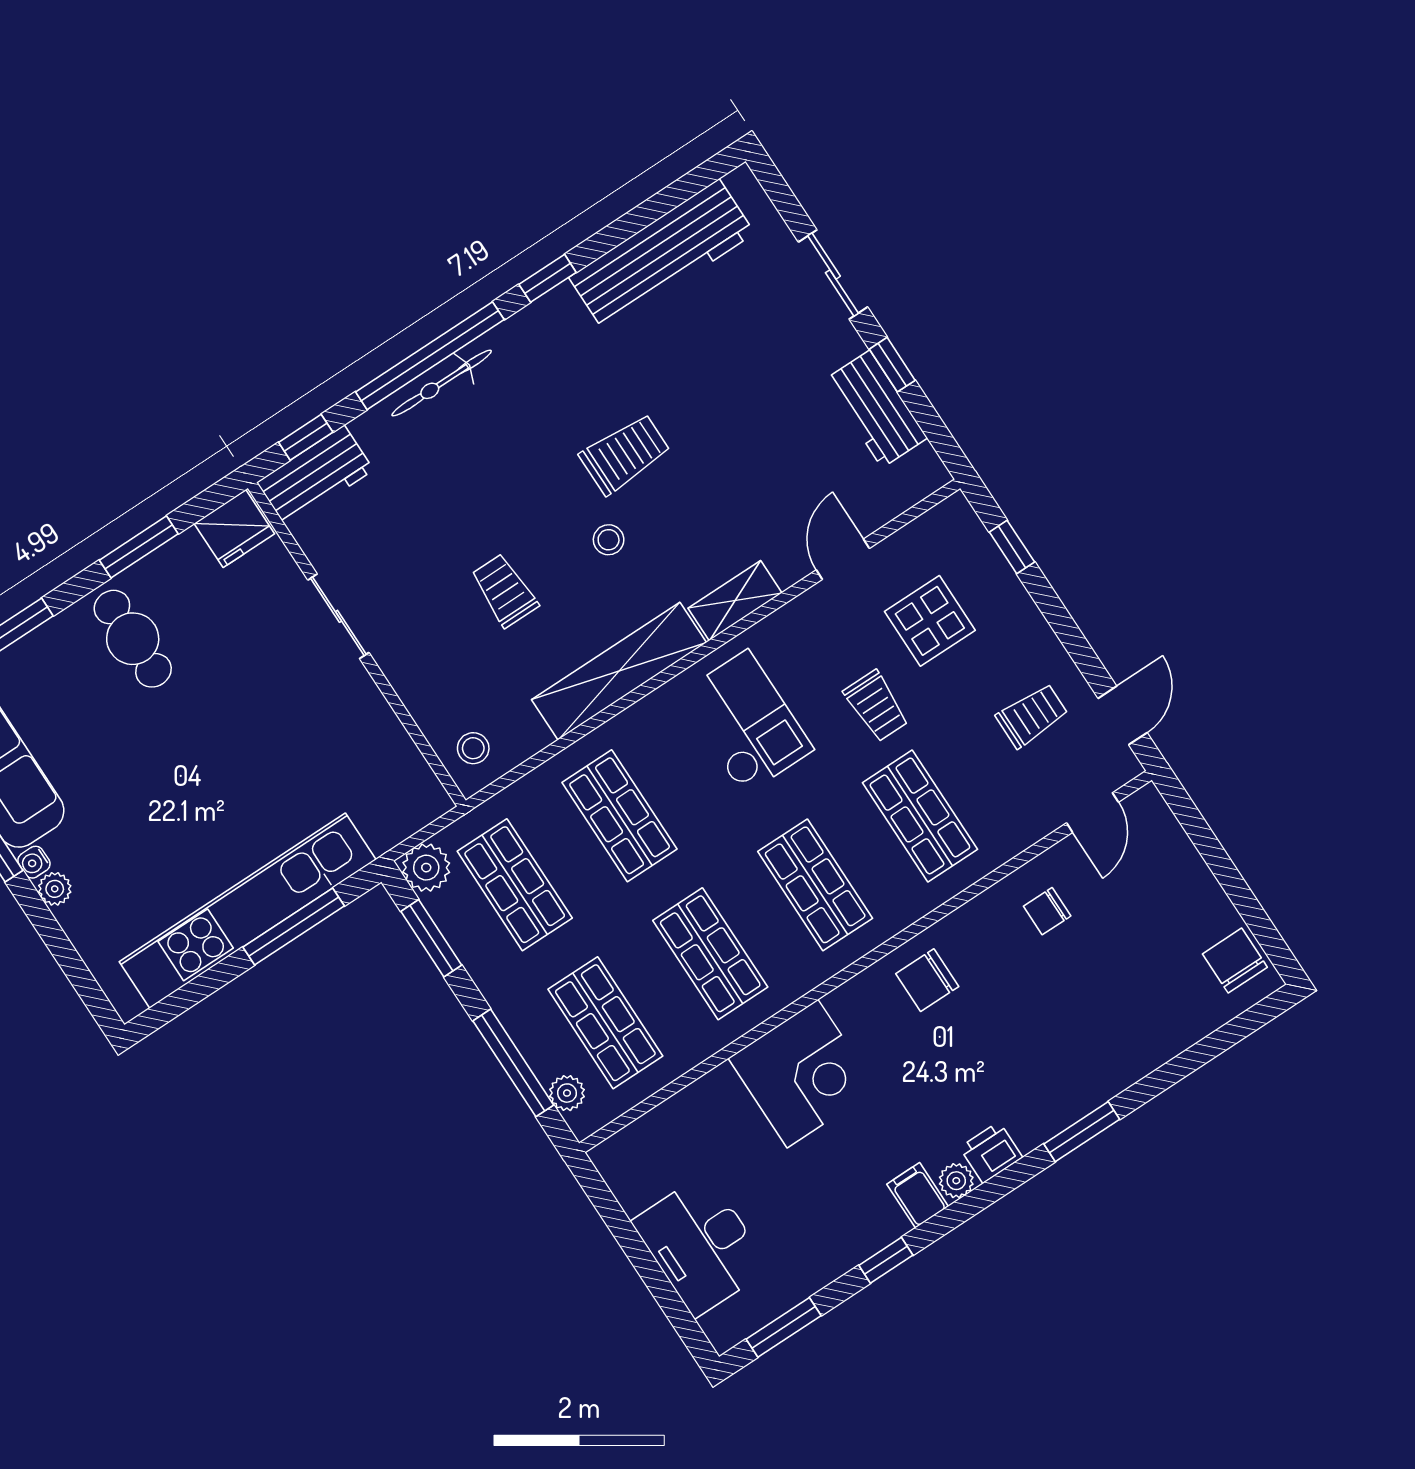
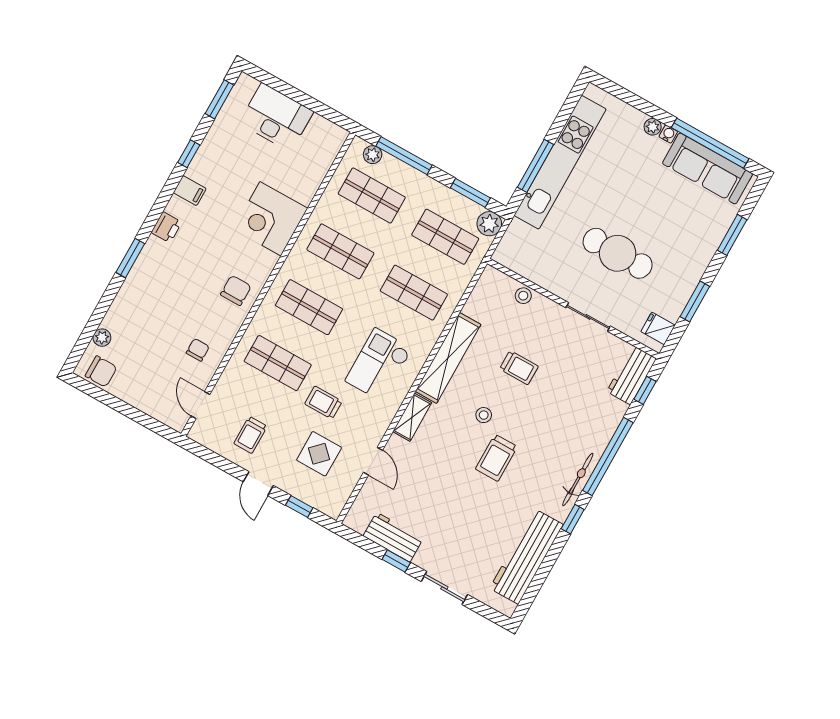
bicycle: (442, 383) -> (578, 479), moved
fridge: (234, 529) -> (658, 328), width x0.72
cafe table: (133, 639) -> (618, 253), moved, width x1.37, depth x1.35
door: (1123, 715) -> (258, 484), moved
checkout: (746, 722) -> (379, 365), turned 90
stool: (473, 748) -> (523, 296), moved
plant: (956, 1181) -> (102, 338), moved

